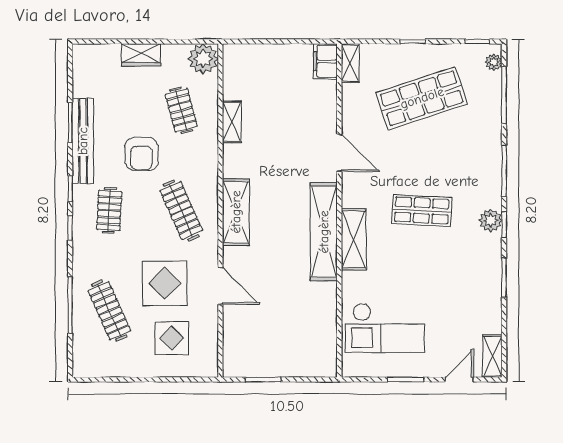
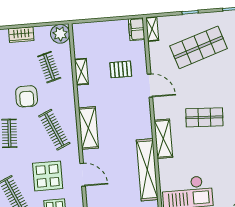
pallet: (295, 123) -> (121, 69), added
shelving: (324, 232) -> (147, 170), moved

